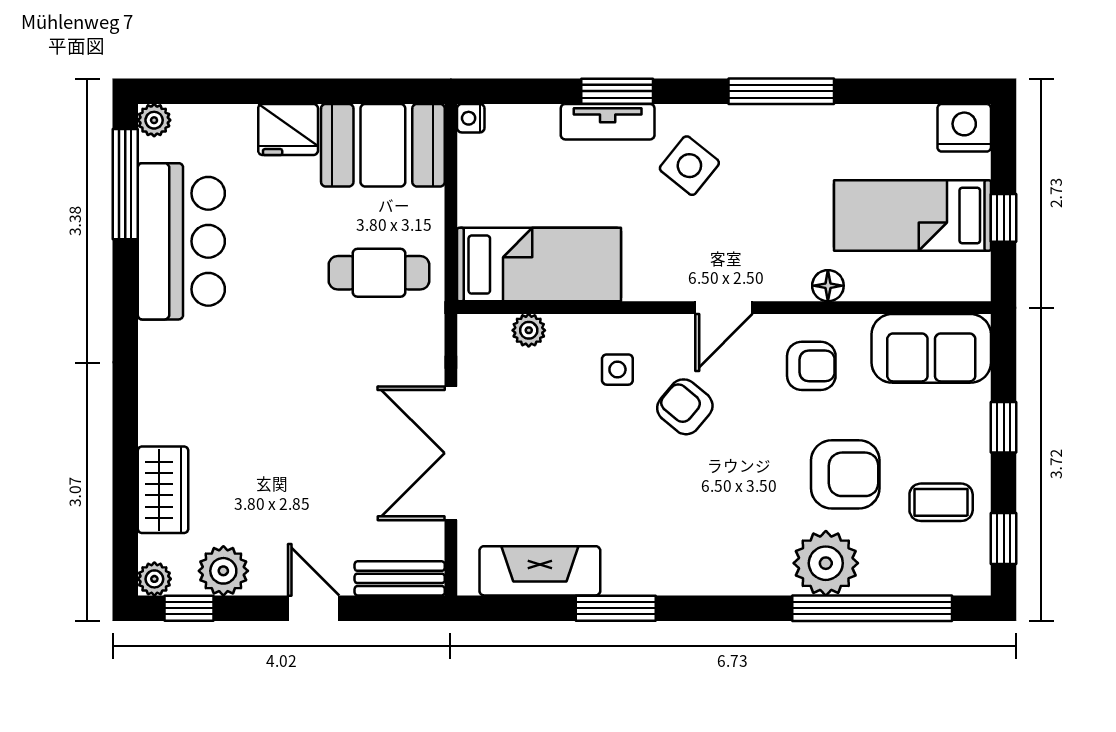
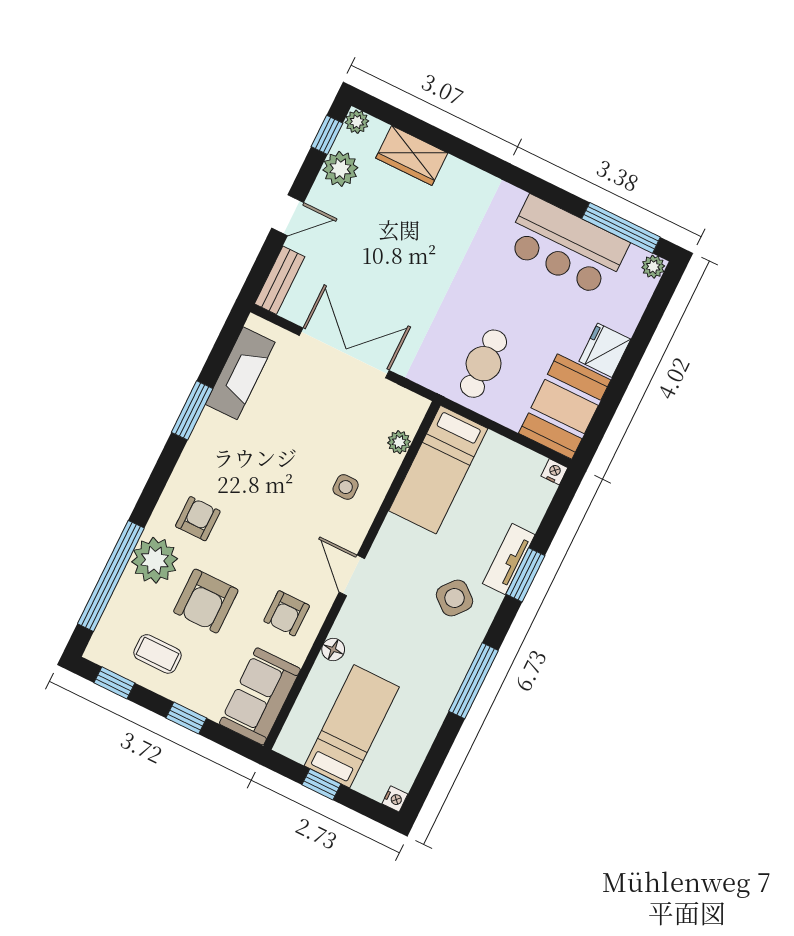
nightstand: (964, 128) -> (395, 799), width x0.53, depth x0.56
armchair: (685, 407) -> (198, 519), moved, turned -40
coffee table: (941, 502) -> (157, 654), turned 90

